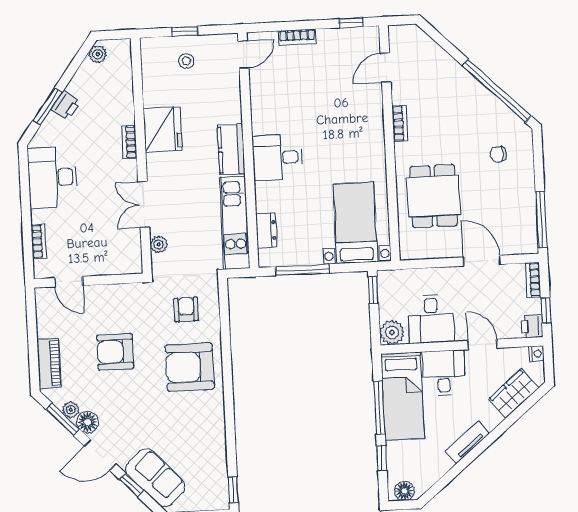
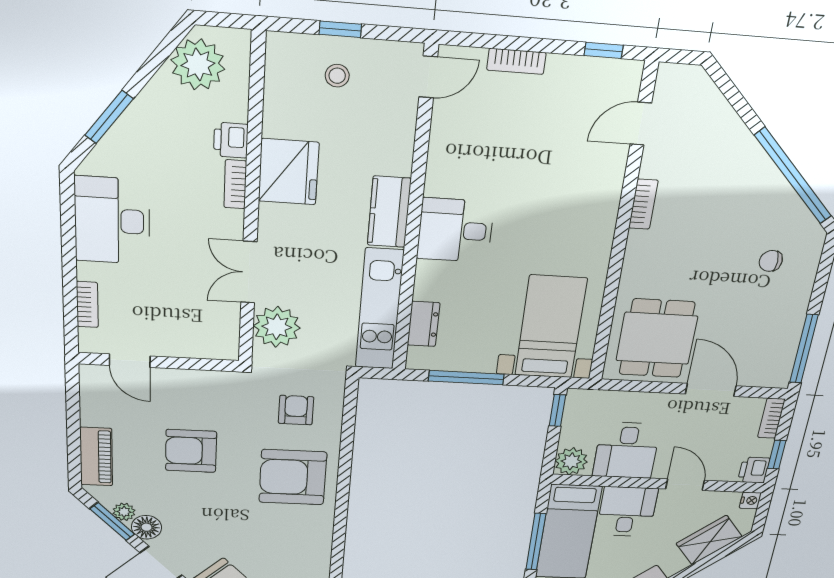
plant: (98, 54) -> (198, 64), width x1.88, depth x1.88
printer: (66, 105) -> (231, 140), moved, turned 144
dining table: (433, 196) -> (657, 338), moved
plant: (159, 244) -> (277, 327), width x1.88, depth x1.88

